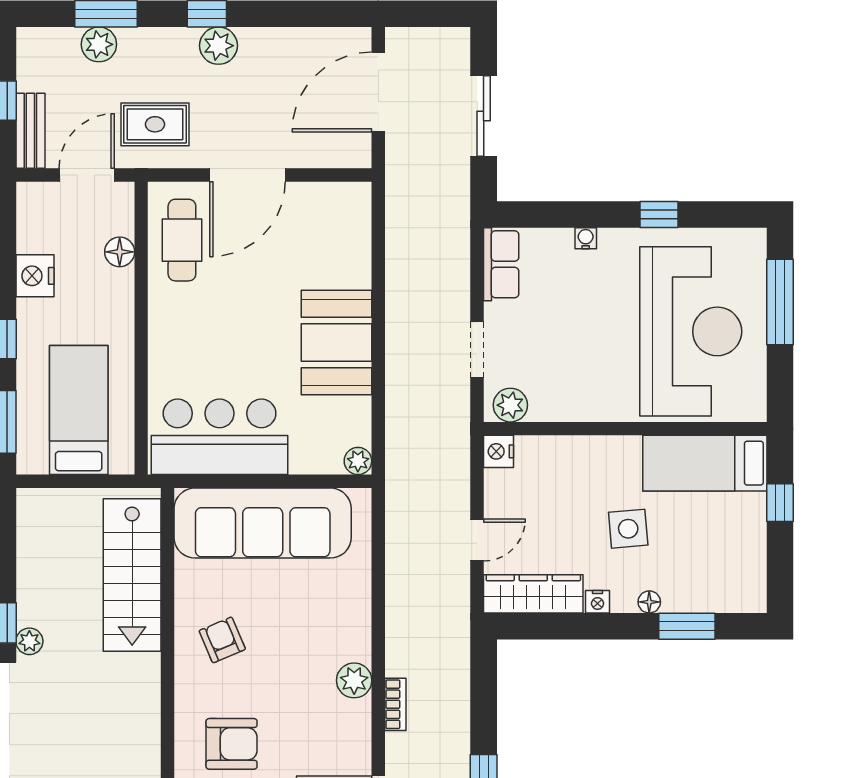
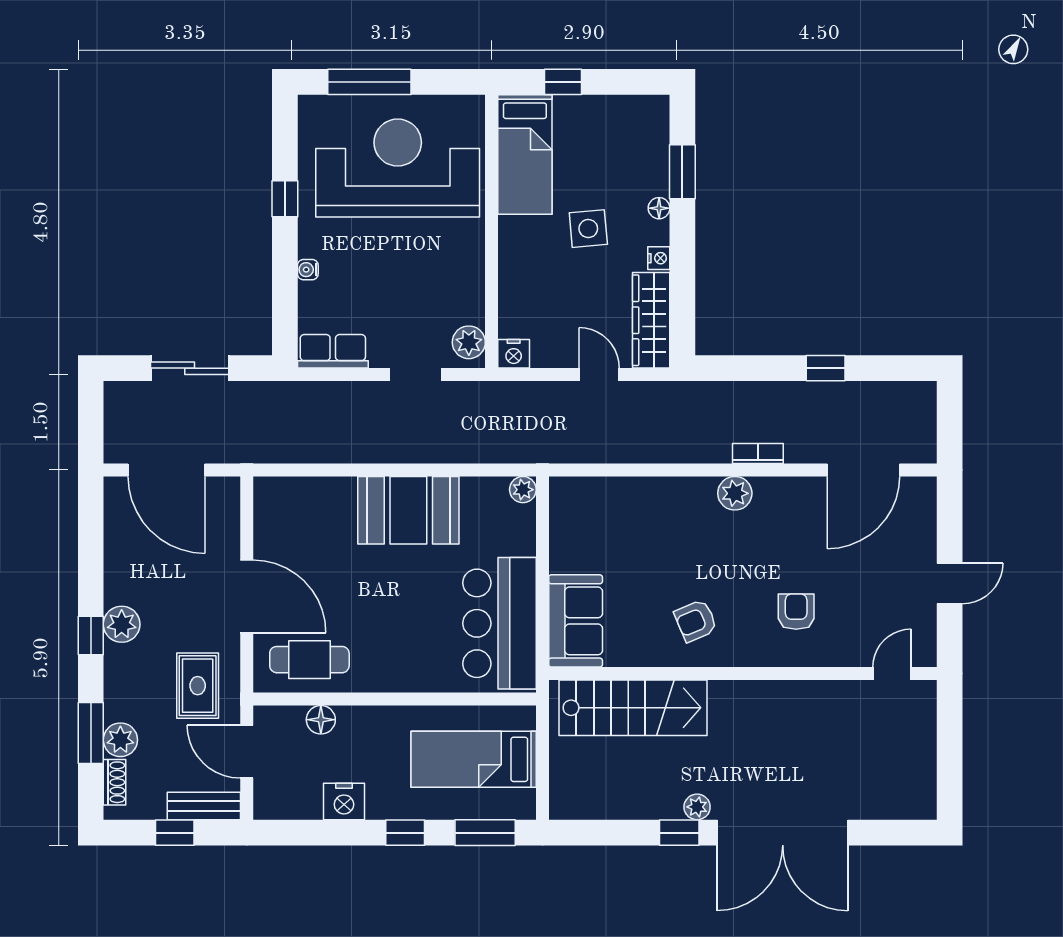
shoe rack: (55, 38) -> (115, 782), added
sofa: (263, 523) -> (576, 621), width x0.54, depth x0.79
armchair: (232, 744) -> (796, 612), width x0.72, depth x0.72

